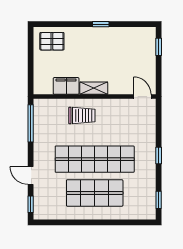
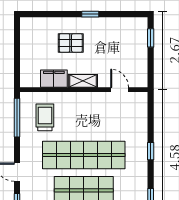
pallet: (52, 41) -> (71, 43), moved
door: (142, 97) -> (120, 90), moved
trolley: (82, 115) -> (45, 117), moved, turned -90

